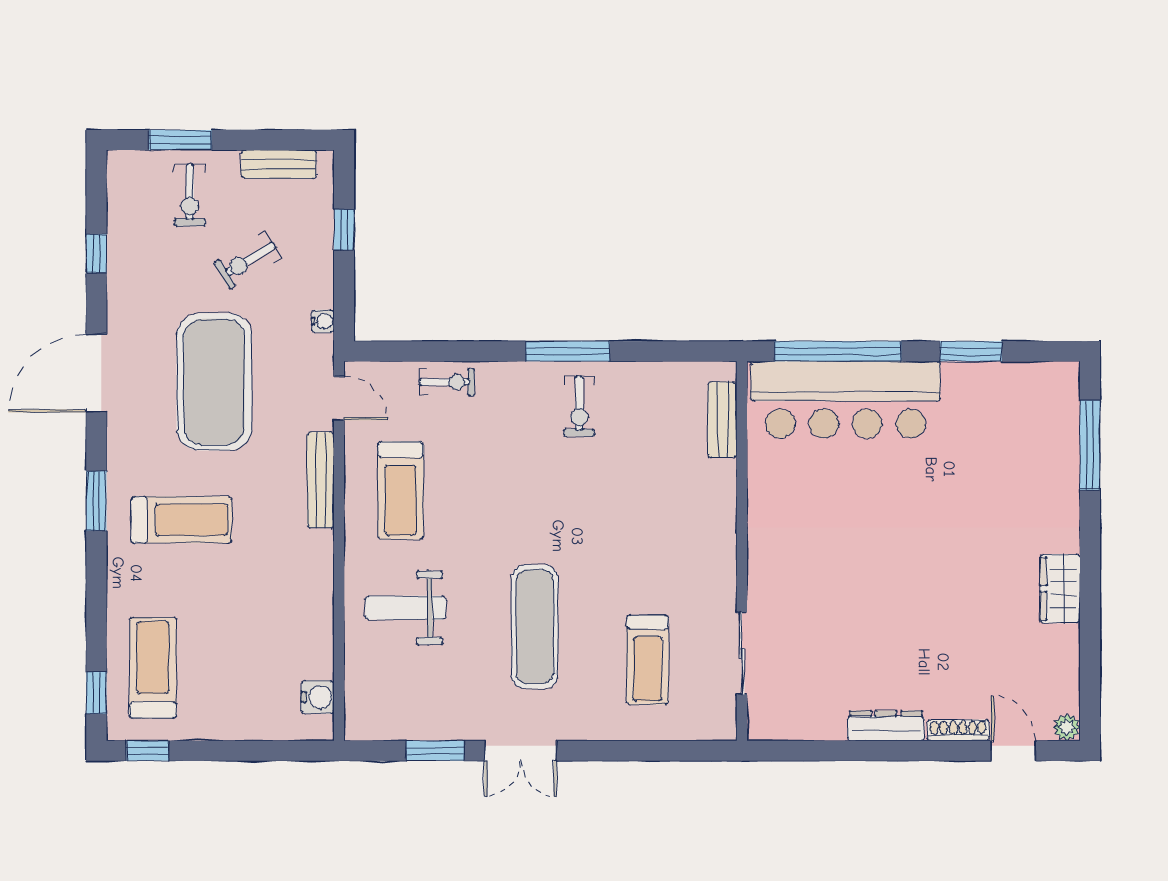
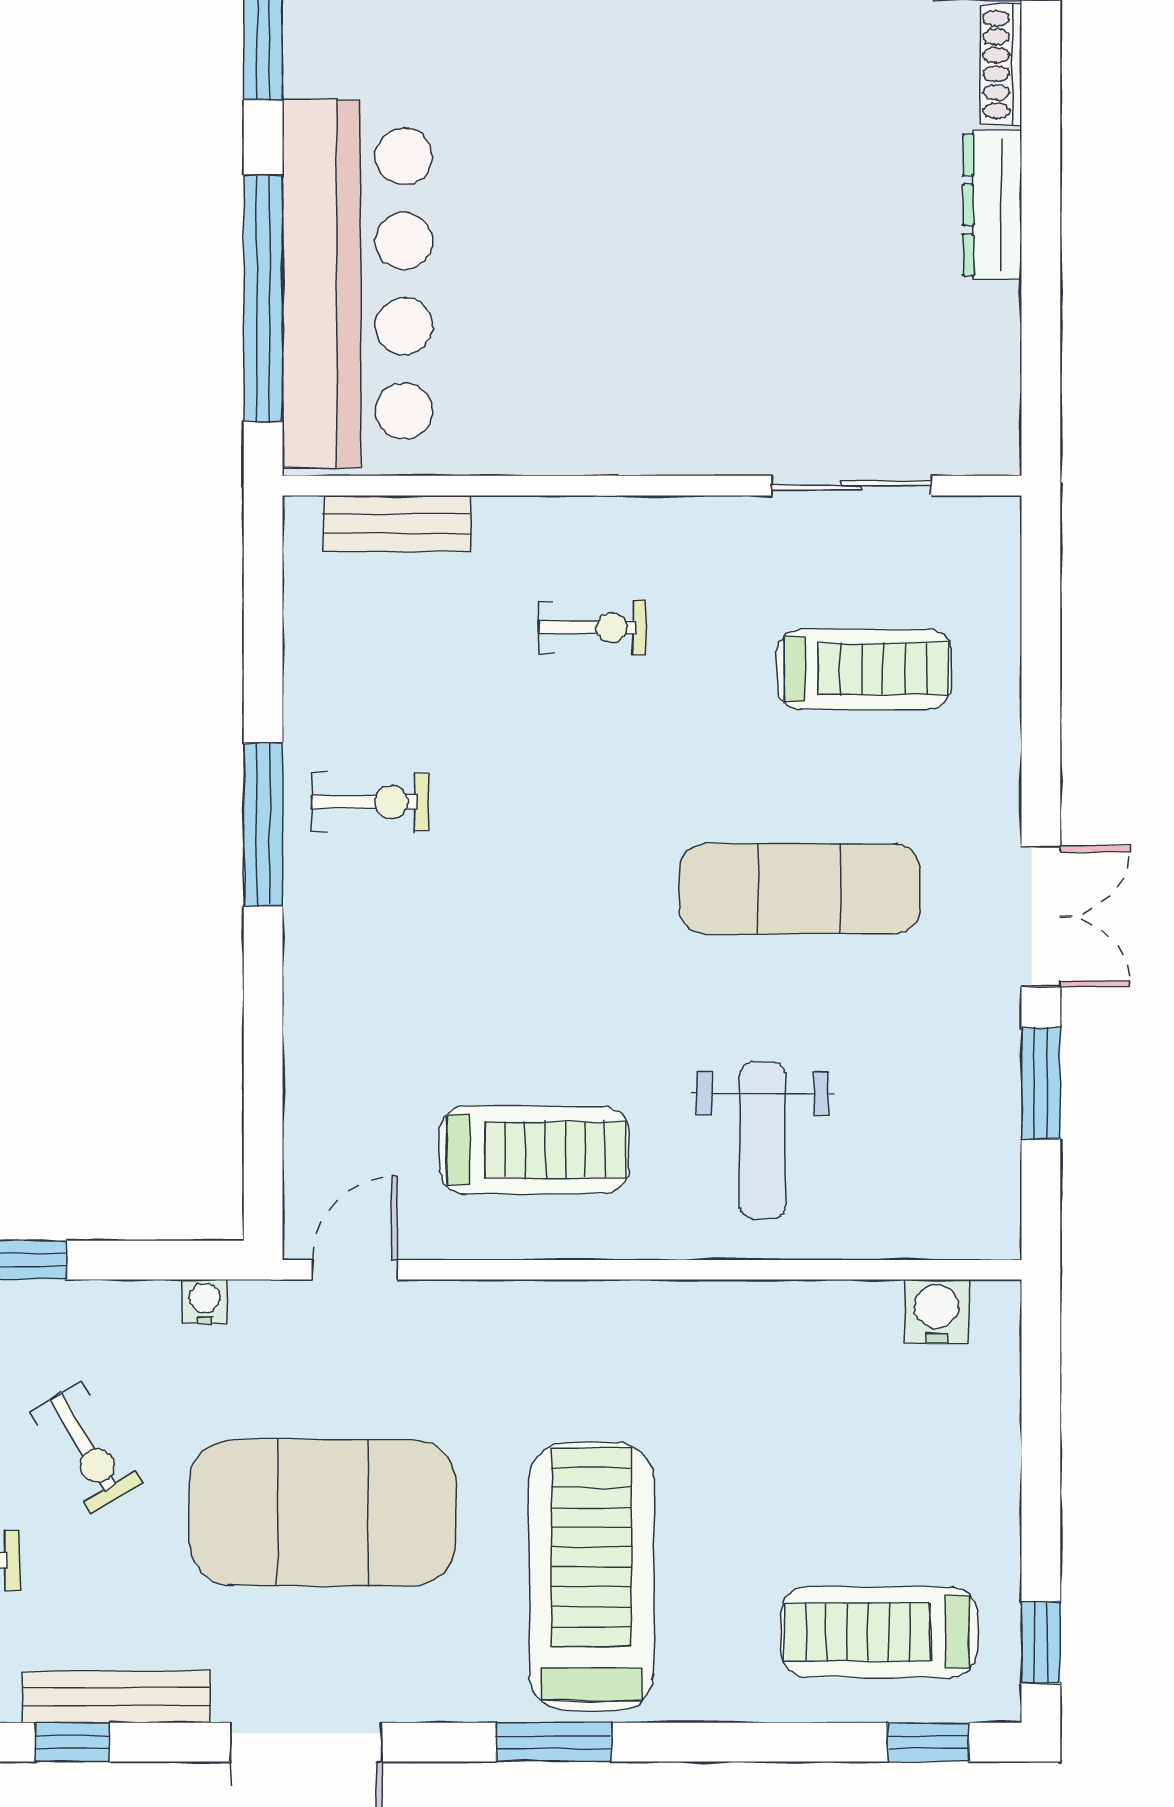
exercise bike: (447, 382) -> (592, 627), moved, turned 90
bench: (321, 480) -> (116, 1697), moved
treadmill: (181, 520) -> (591, 1577), width x1.37, depth x1.38

